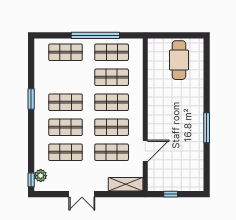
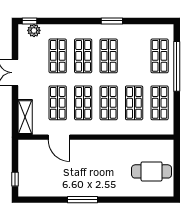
window: (95, 35) -> (177, 66), moved
window: (171, 194) -> (15, 179), moved

